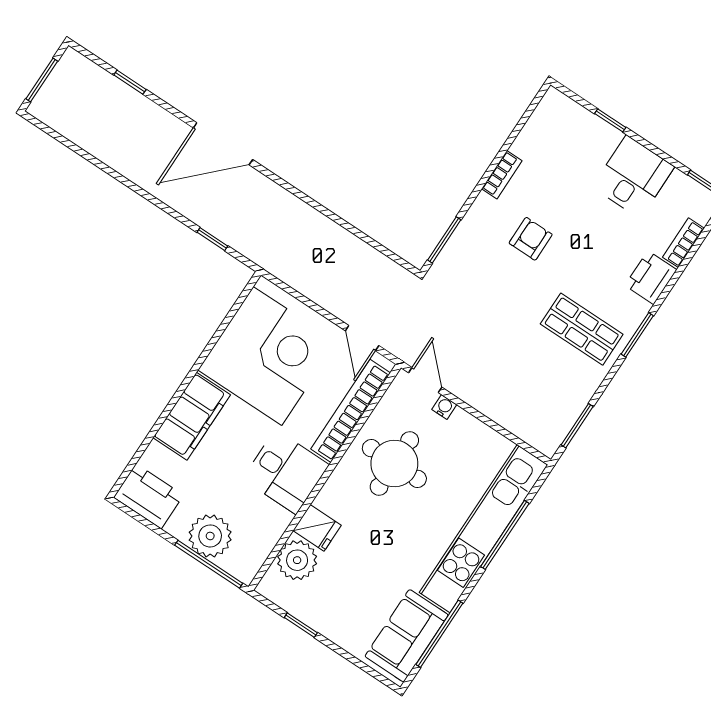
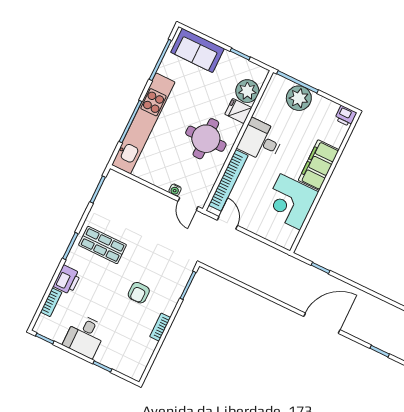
corner desk: (267, 356) -> (290, 202), width x0.74, depth x0.74
round table: (394, 464) -> (206, 139), moved
printer: (149, 496) -> (346, 116), width x0.53, depth x0.68
sofa: (407, 636) -> (197, 50), moved, turned 90

